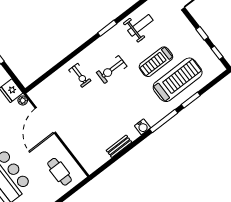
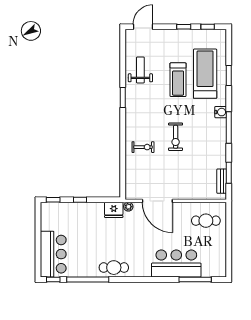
exercise bike: (112, 69) -> (176, 137), moved
window: (164, 121) -> (229, 127), moved
water cooler: (142, 127) -> (221, 112), moved
bench: (119, 146) -> (222, 181), moved
window: (112, 160) -> (229, 173), added

